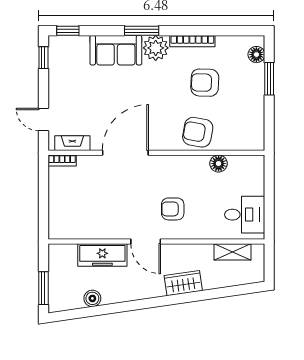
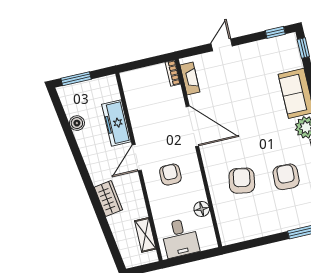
fireplace: (72, 143) -> (190, 79), moved
door: (125, 153) -> (192, 126), moved
wall: (156, 153) -> (199, 153), moved
bookcase: (62, 160) -> (173, 73), moved
floor lamp: (219, 164) -> (202, 209), moved

